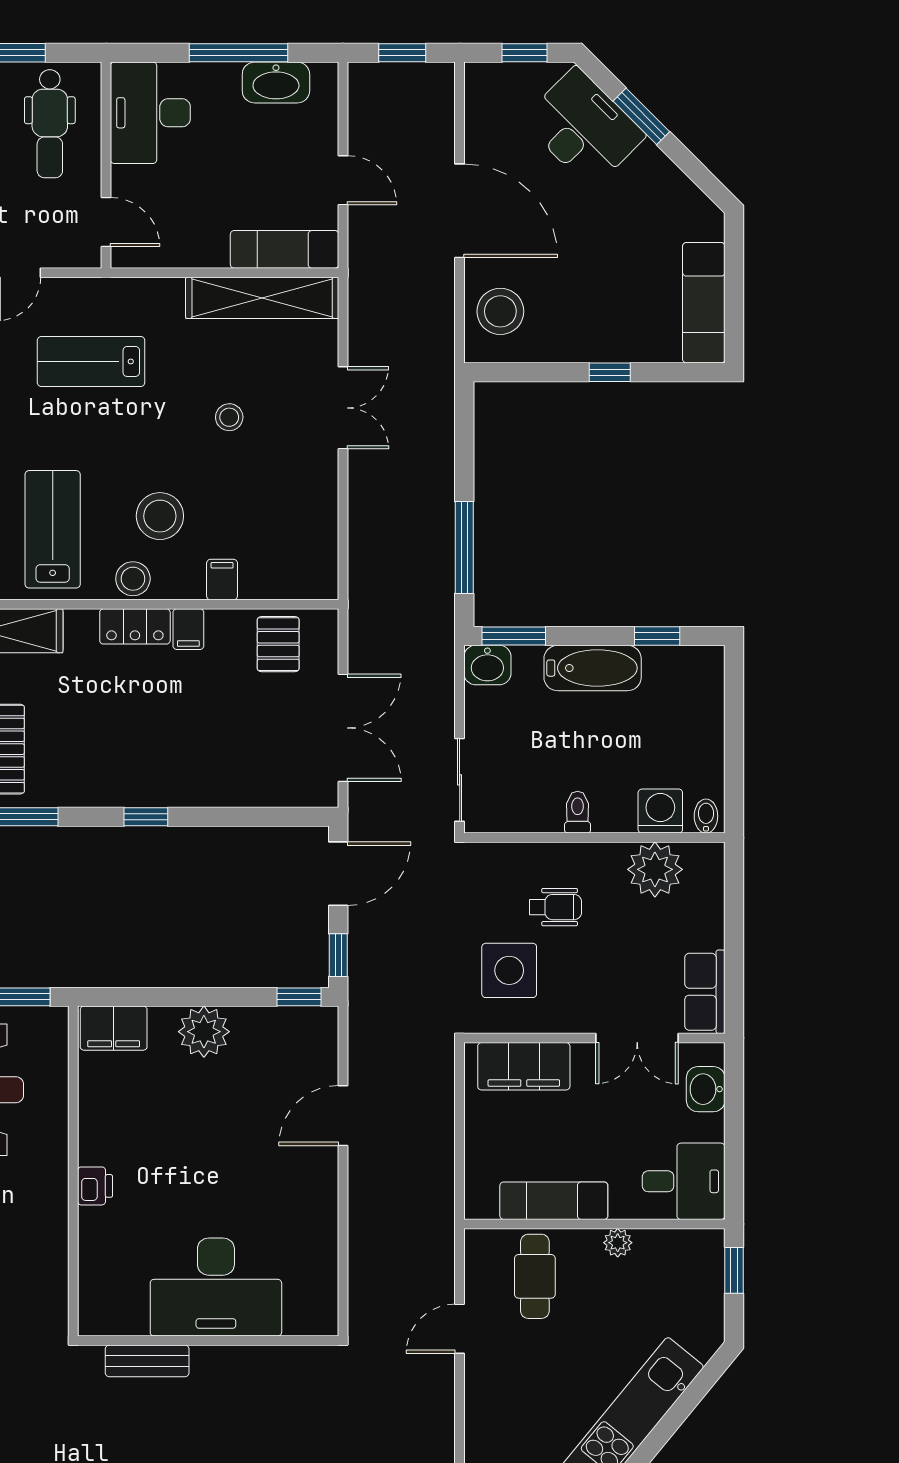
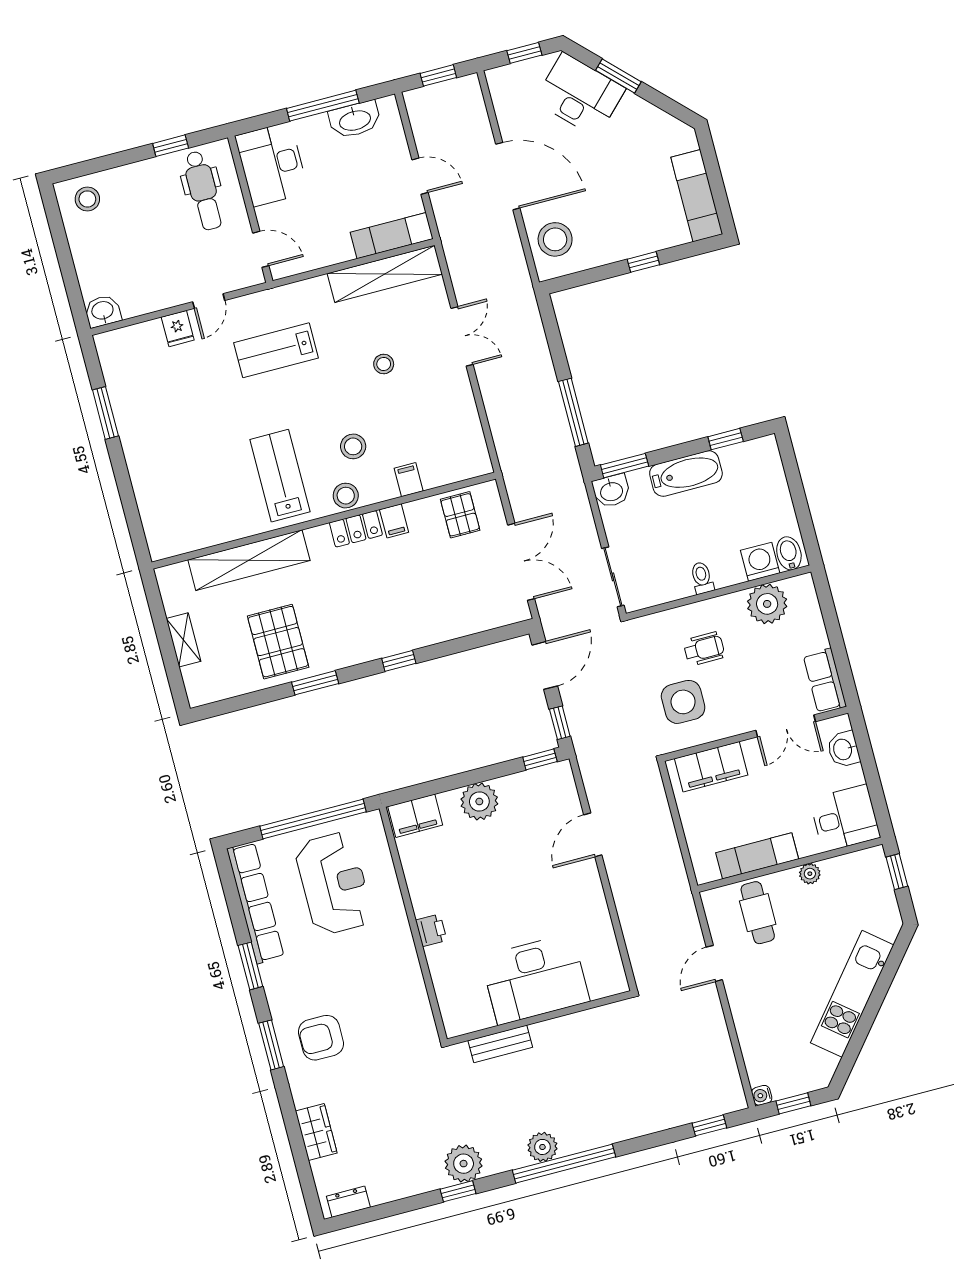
stool: (160, 516) -> (353, 446), width x0.73, depth x0.73
bidet: (706, 816) -> (789, 553), width x1.38, depth x1.36

